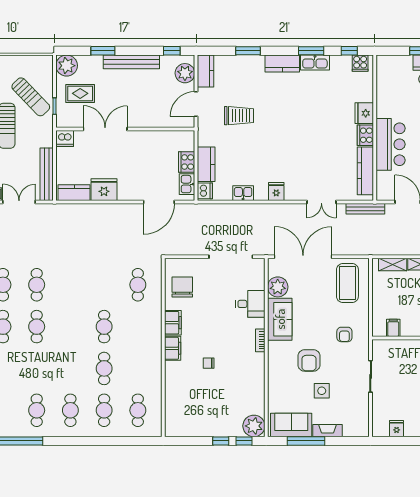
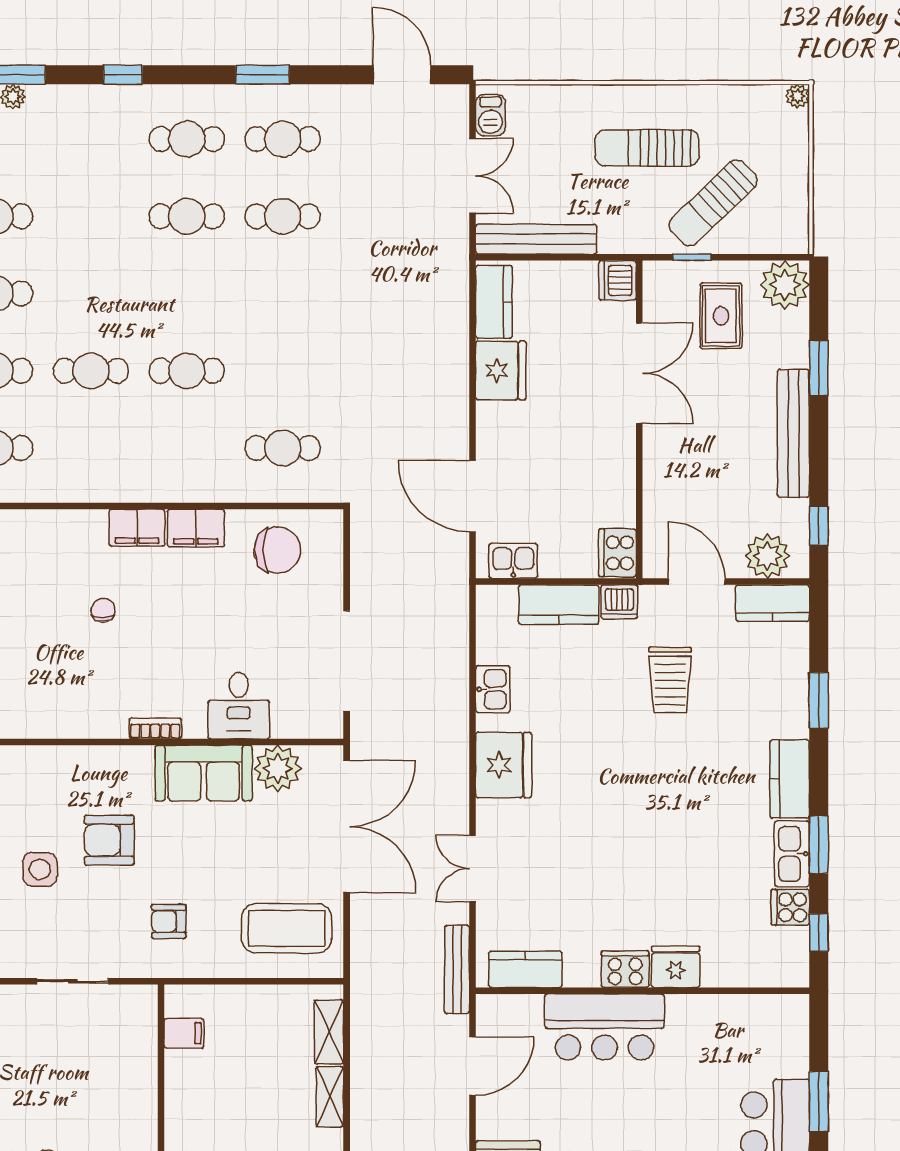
cooker: (360, 63) -> (790, 907), moved
cooker: (187, 162) -> (618, 553), moved, turned -90
kitchen counter: (365, 171) -> (525, 969), width x0.67
dishwasher: (205, 191) -> (619, 602), moved
fridge: (276, 191) -> (503, 765), width x1.88, depth x1.34

